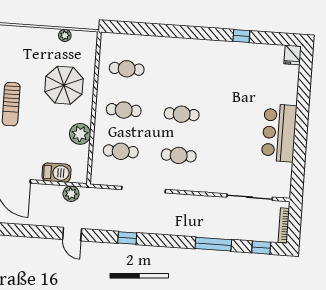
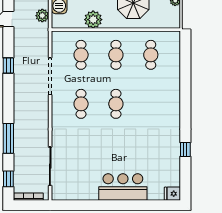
bar counter: (279, 133) -> (123, 187), moved

